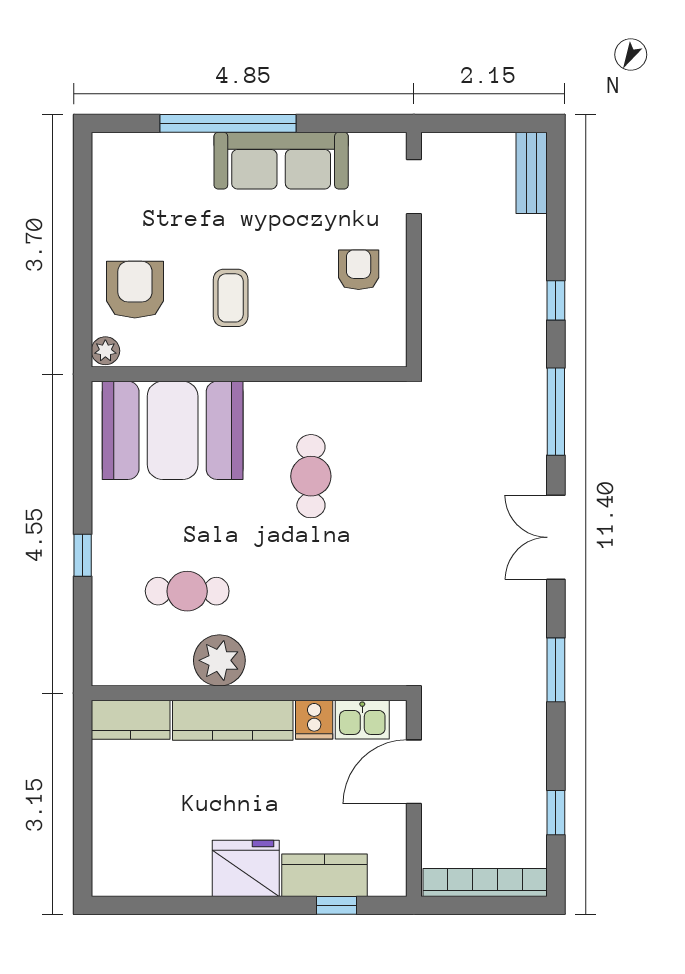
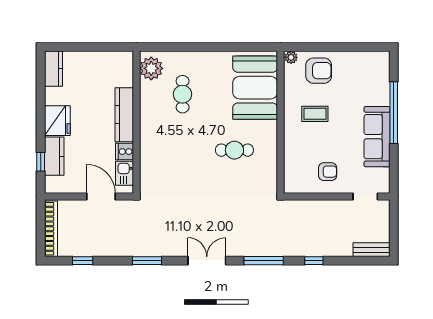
window: (83, 555) -> (199, 47), removed
plant: (219, 660) -> (151, 68), moved
kitchen counter: (131, 720) -> (53, 69), moved, turned 180

